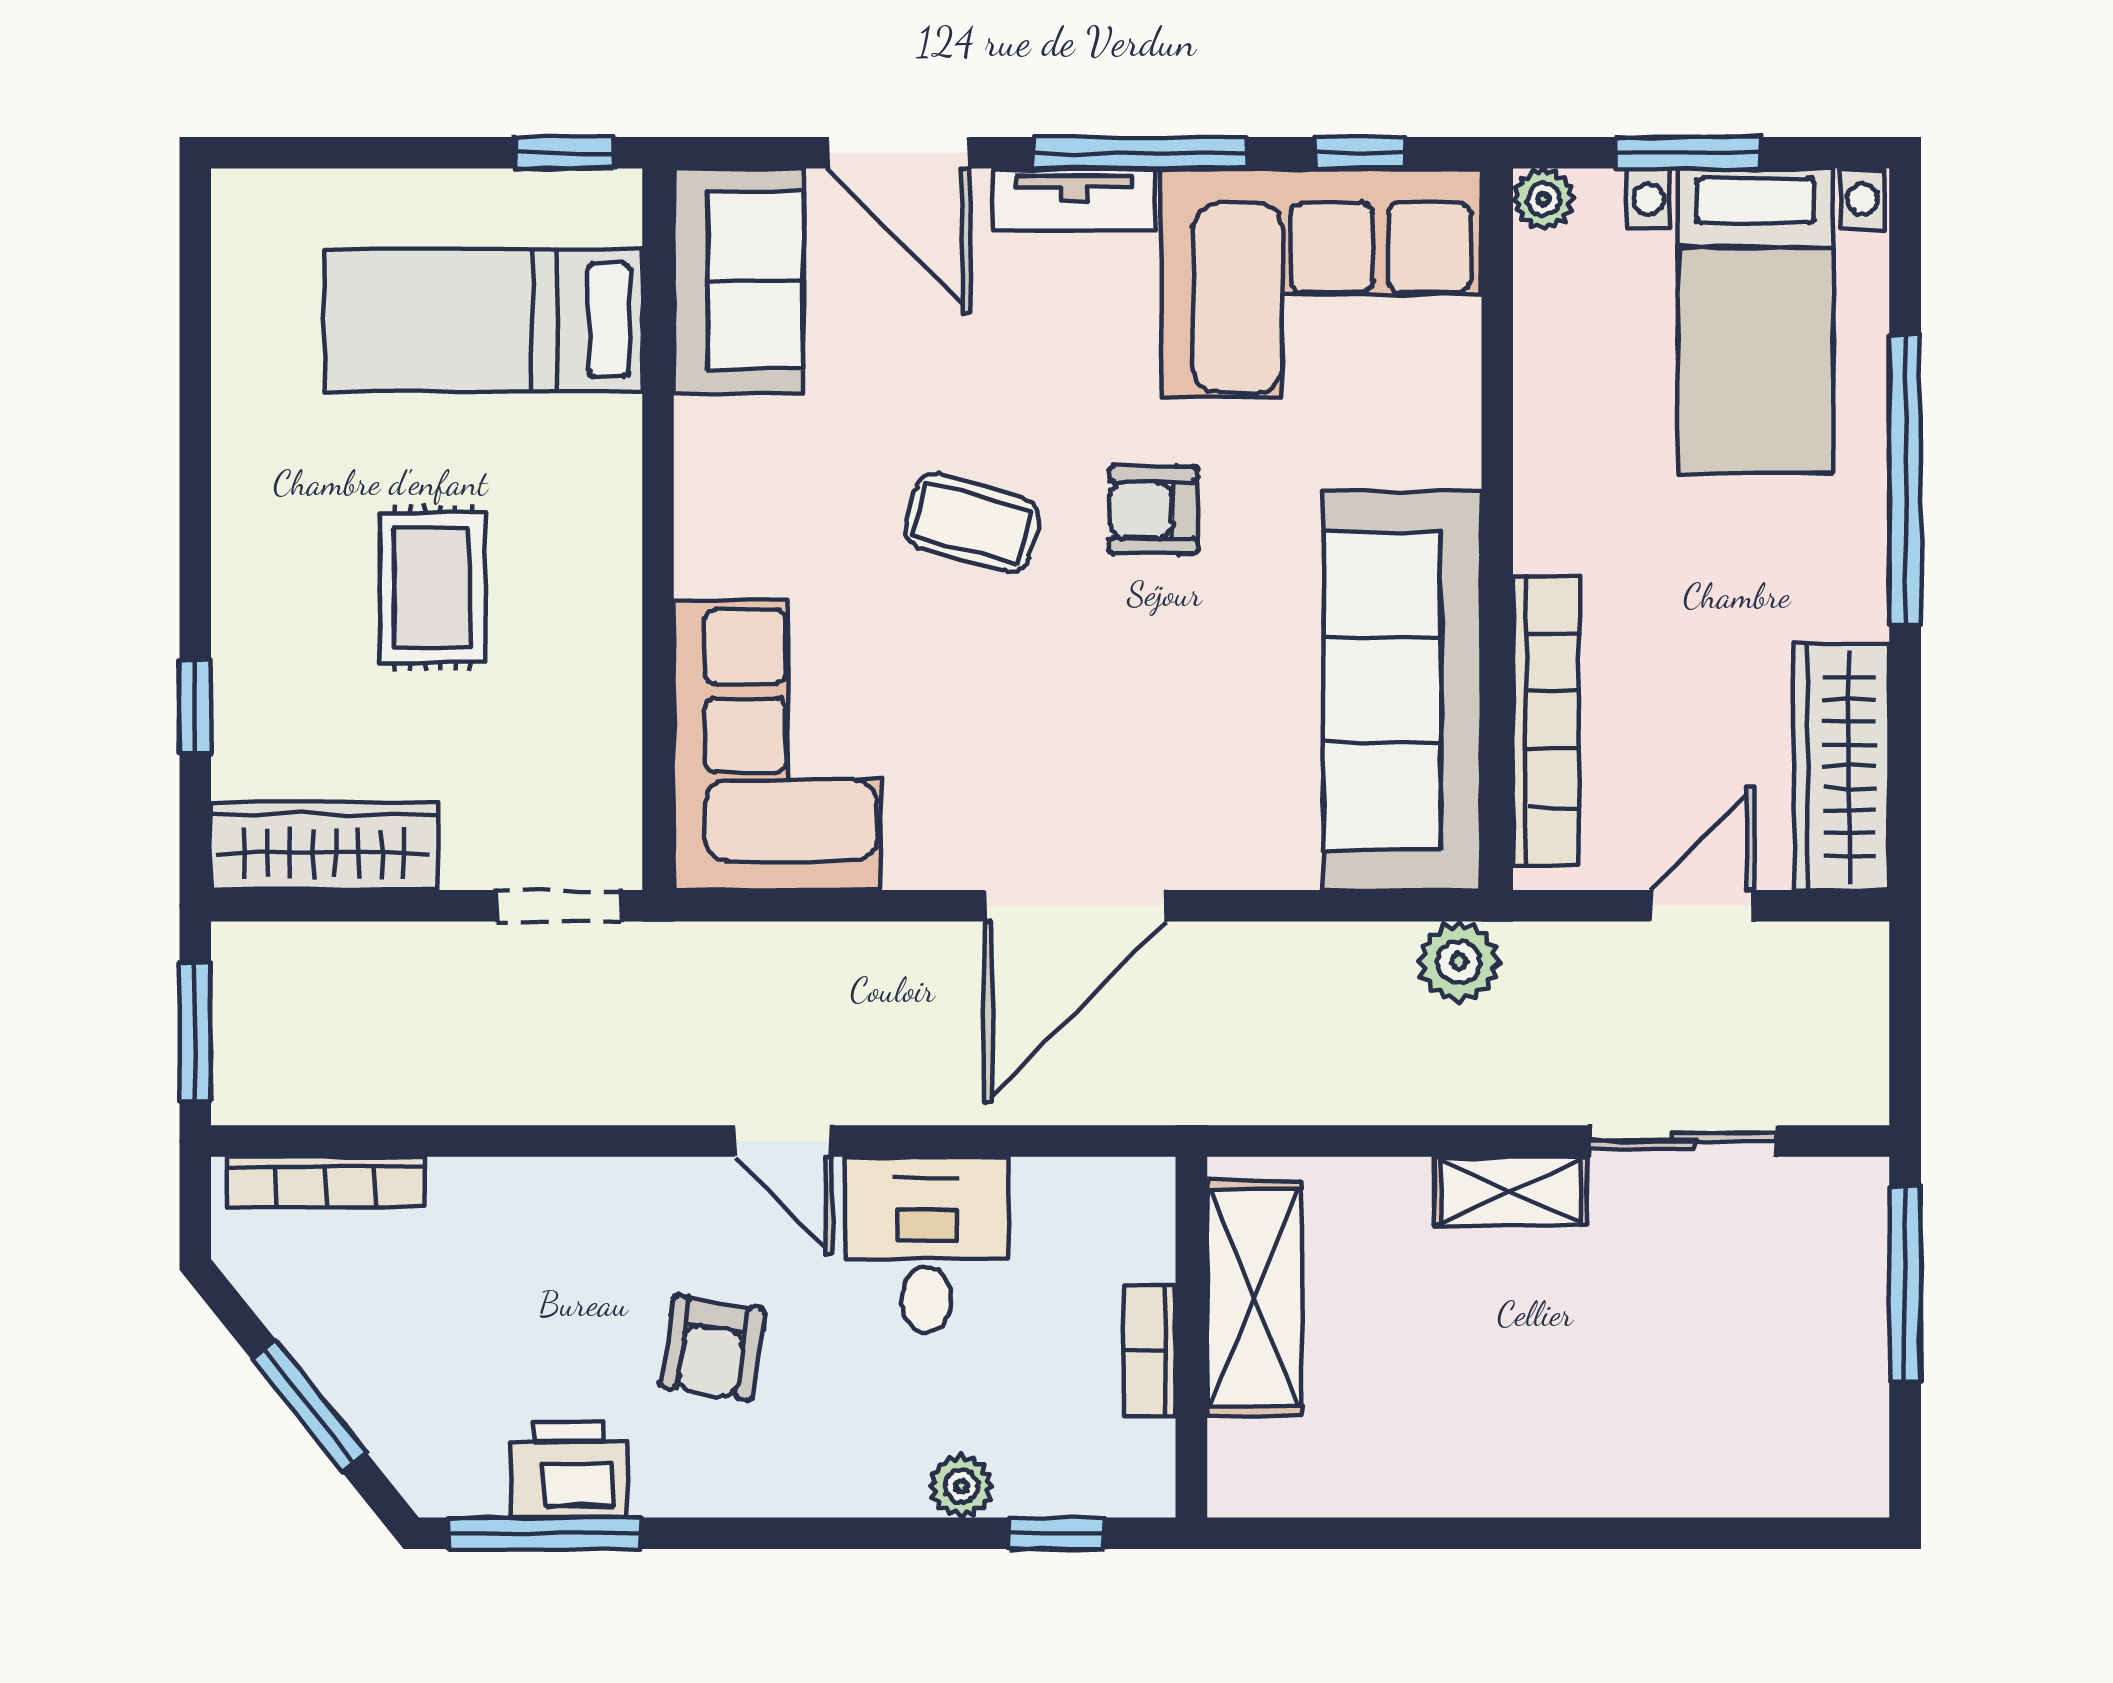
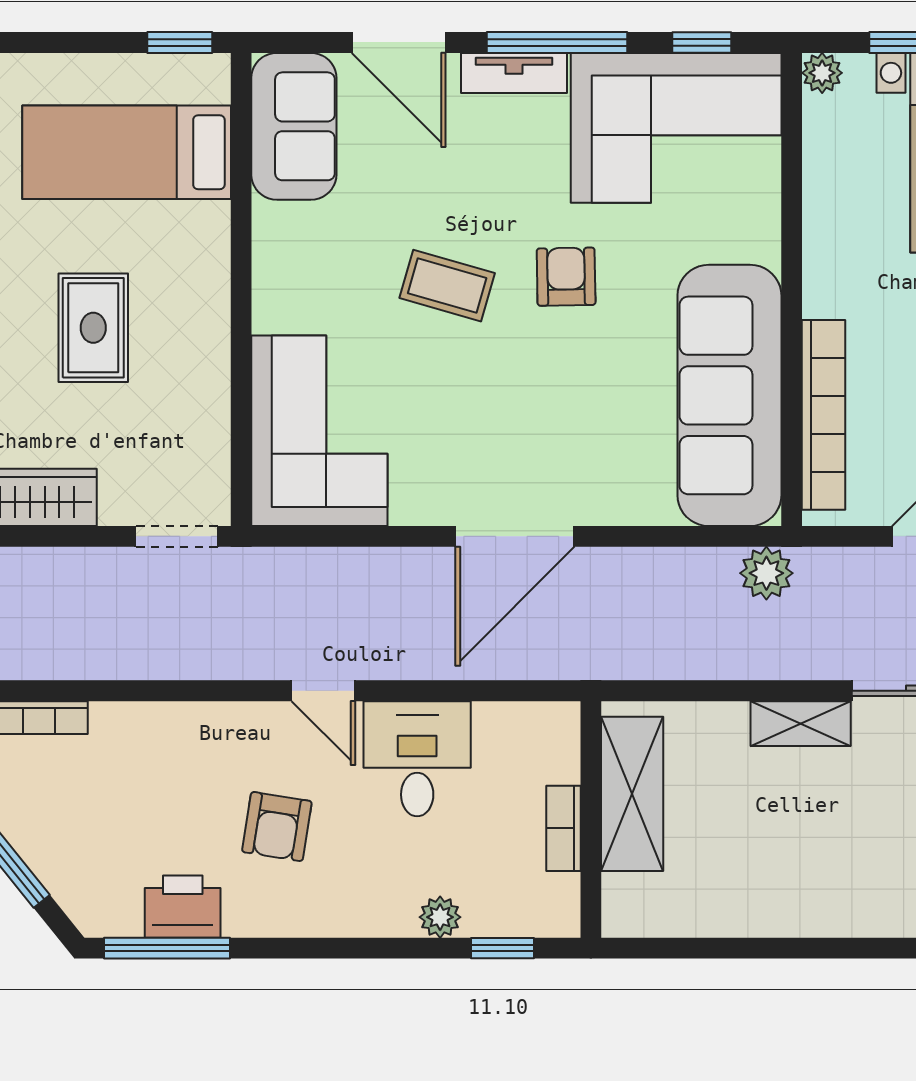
armchair: (1153, 510) -> (566, 277), turned 89

